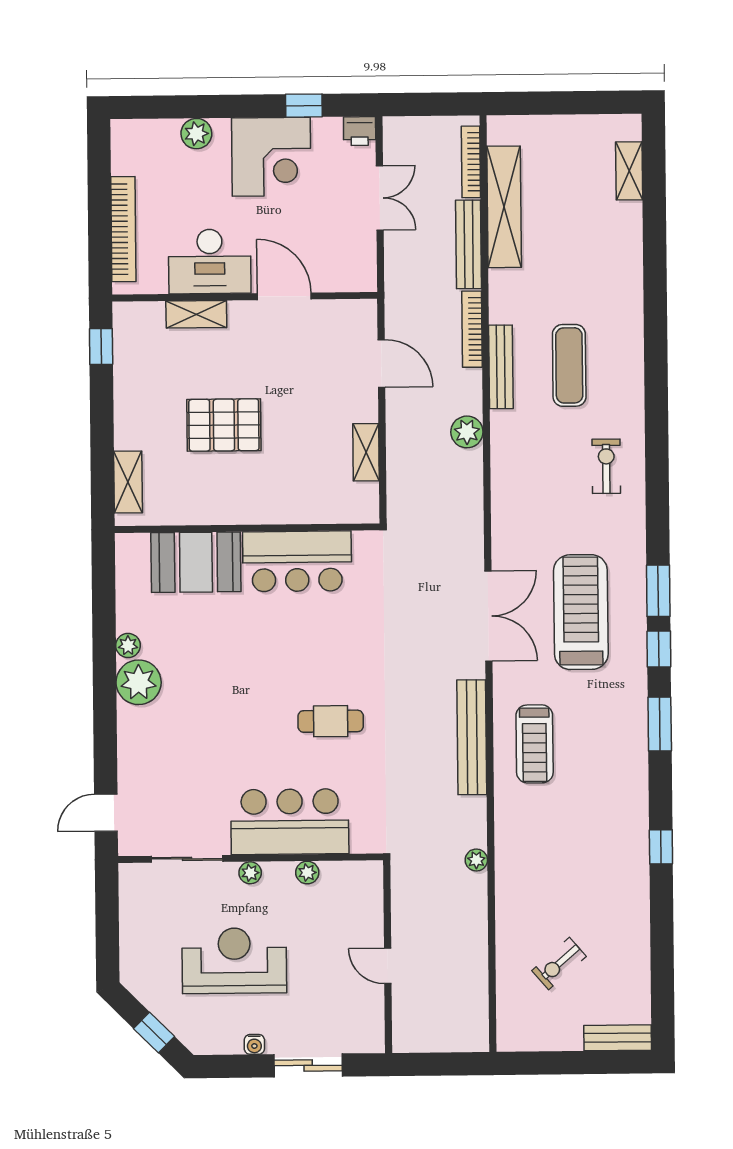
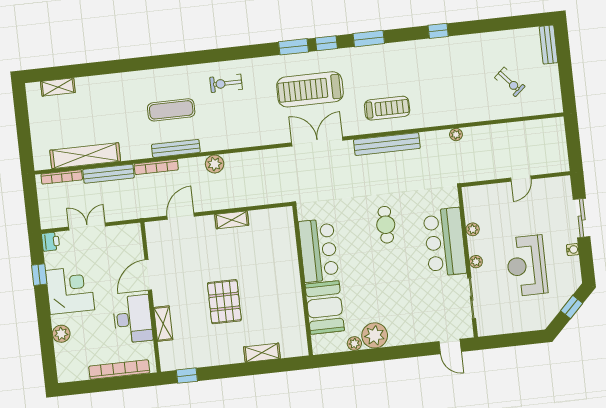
wall: (247, 528) -> (303, 280), moved
bar counter: (297, 561) -> (318, 250), moved
booth: (196, 562) -> (325, 307), moved

